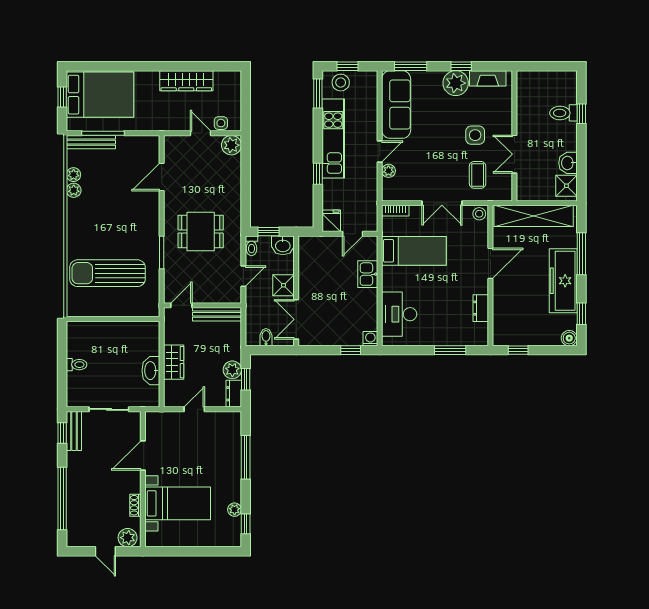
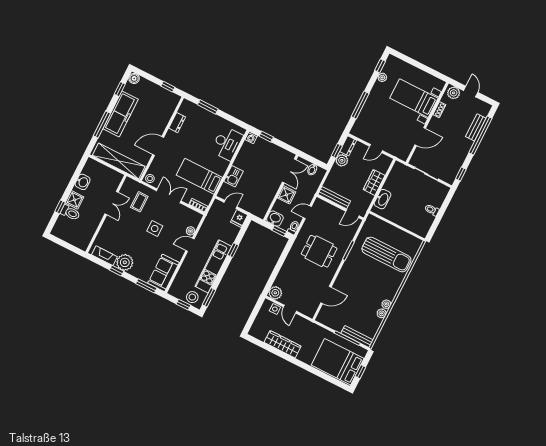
sofa: (396, 105) -> (163, 273), width x0.73
side table: (475, 135) -> (155, 229), moved
plant: (74, 175) -> (386, 304), moved
shower: (566, 186) -> (75, 200), moved
washbasin: (151, 371) -> (383, 199), moved
bench: (74, 431) -> (476, 127), moved

